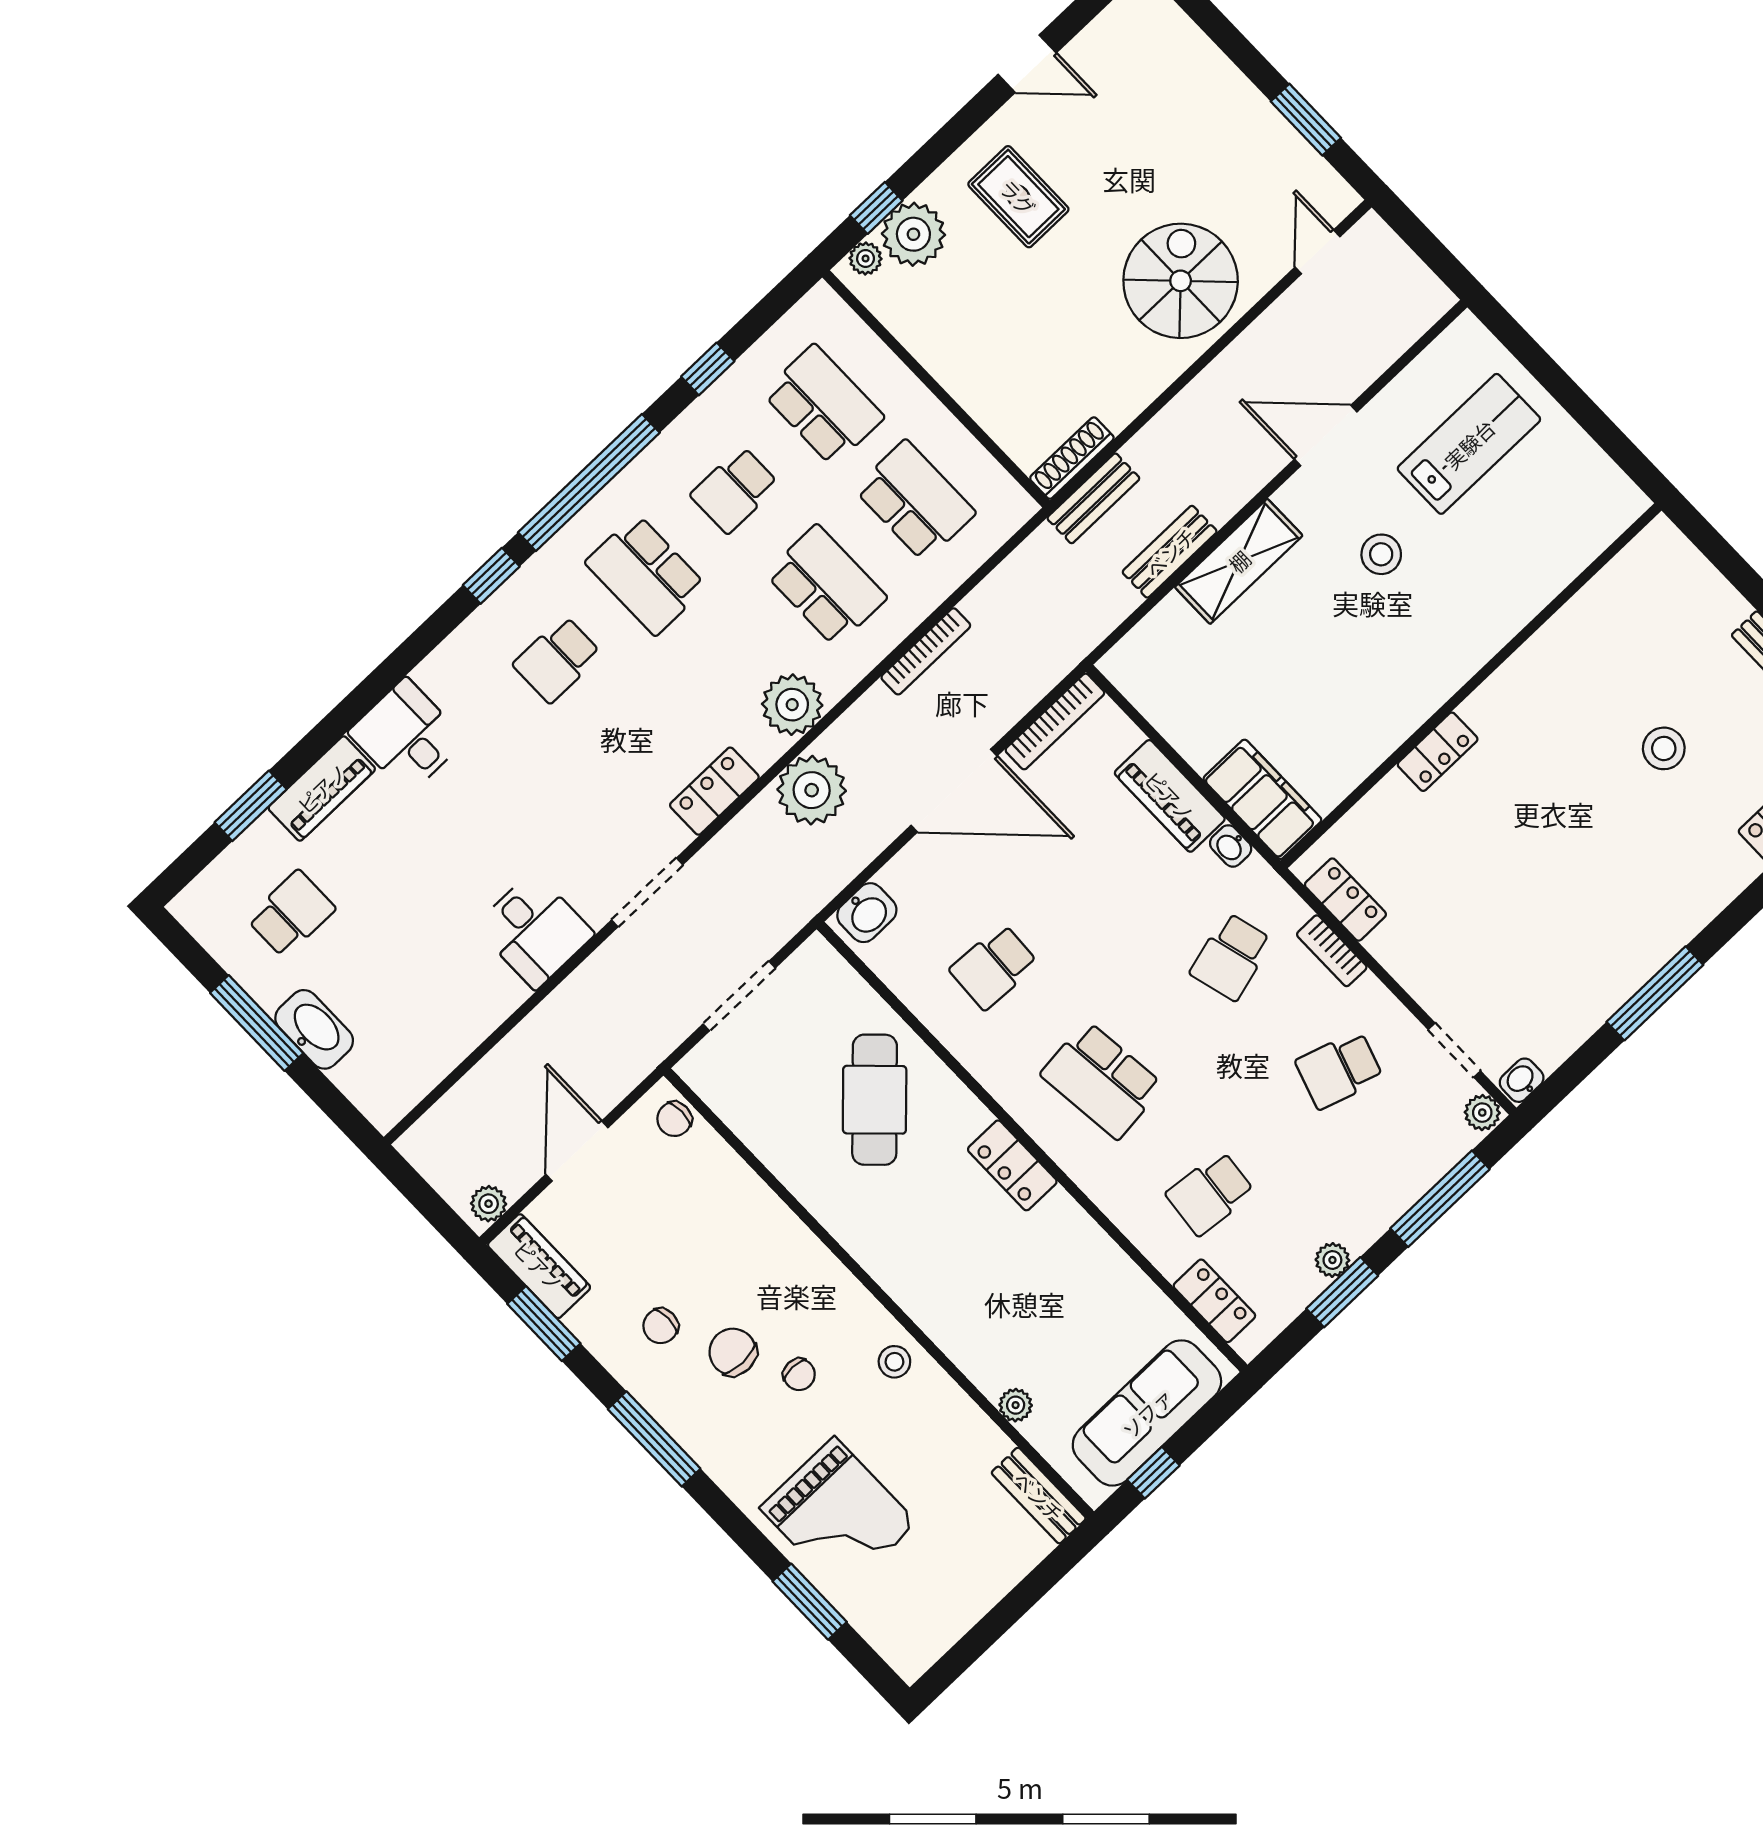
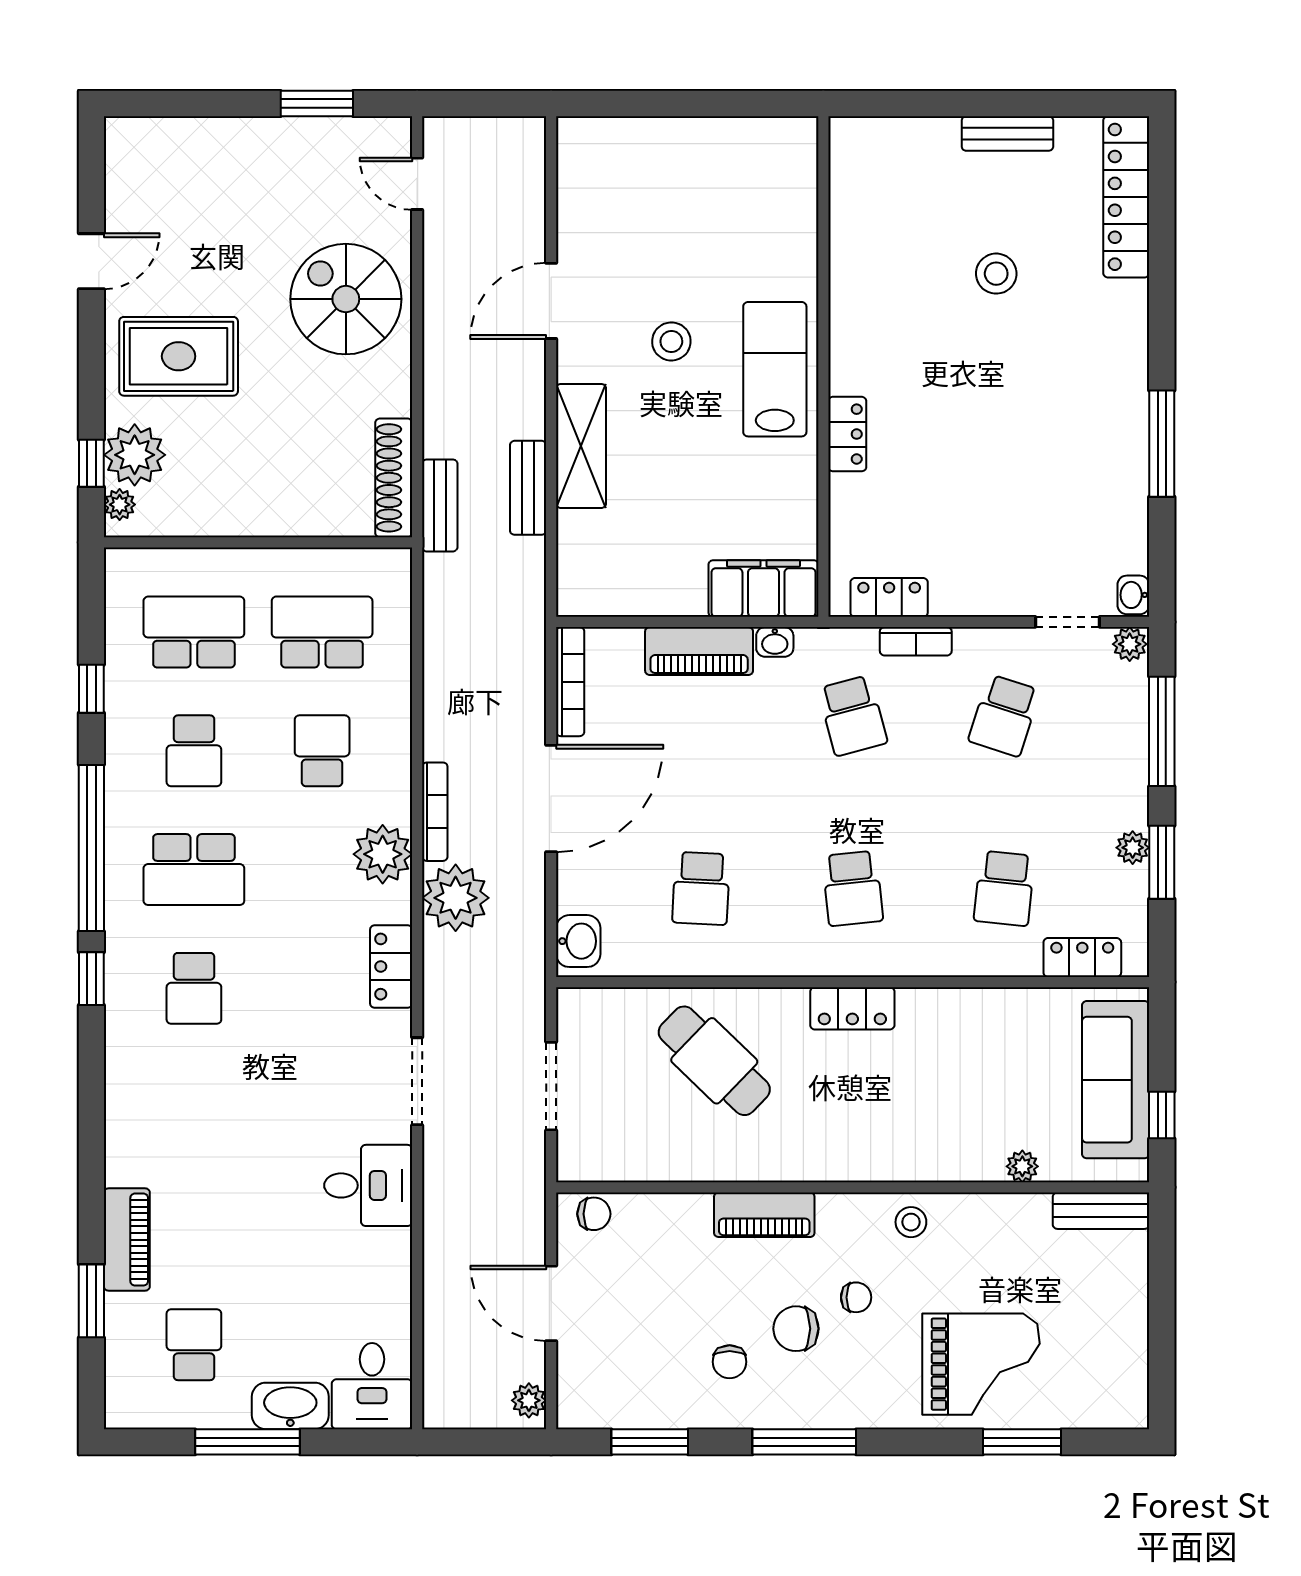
rug: (1018, 197) -> (179, 356), width x1.36, depth x1.43
lab bench: (1469, 444) -> (775, 369), moved
shoe rack: (1072, 458) -> (394, 478), width x1.36, depth x1.24
school desk: (826, 586) -> (322, 751), width x0.54
bookcase: (926, 651) -> (435, 812), moved
desk: (407, 736) -> (372, 1386), moved, turned -90
school desk: (1102, 1080) -> (853, 888), width x0.54
chair: (674, 1119) -> (594, 1214), turned -90
piano: (539, 1266) -> (764, 1215), moved, turned 180

